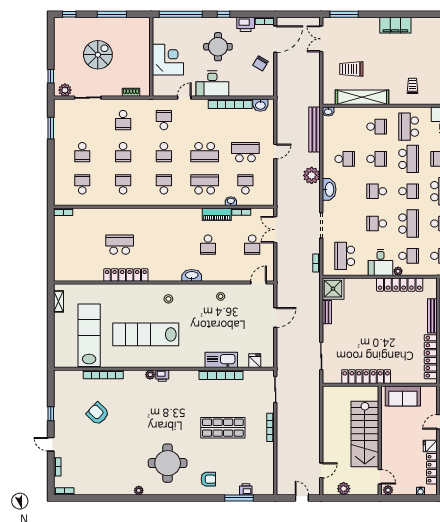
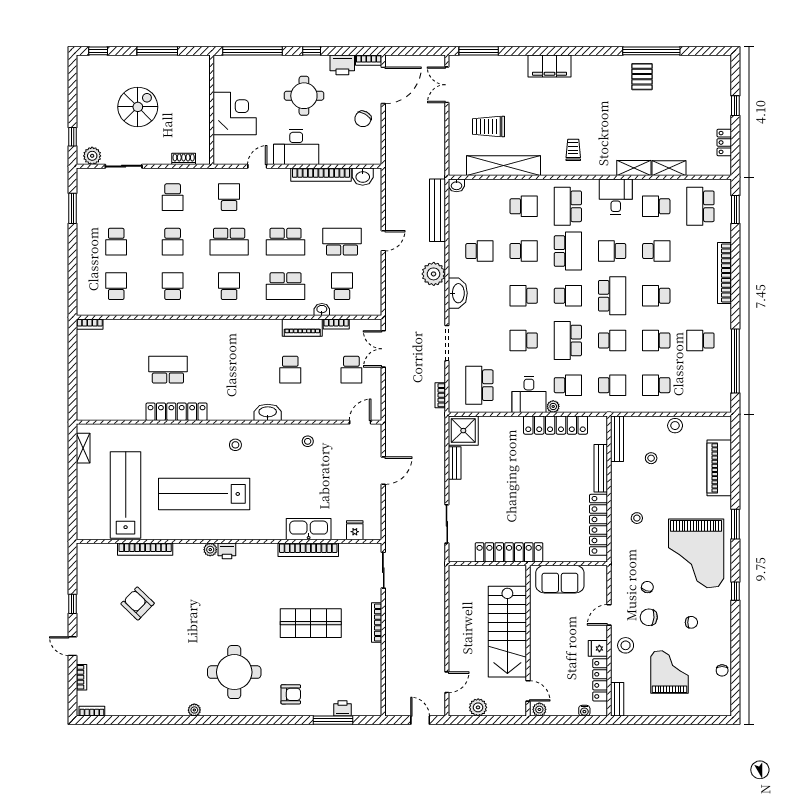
school desk: (164, 152) -> (229, 242), width x1.85
school desk: (205, 184) -> (286, 286), turned 180
school desk: (409, 224) -> (568, 340), turned 180

